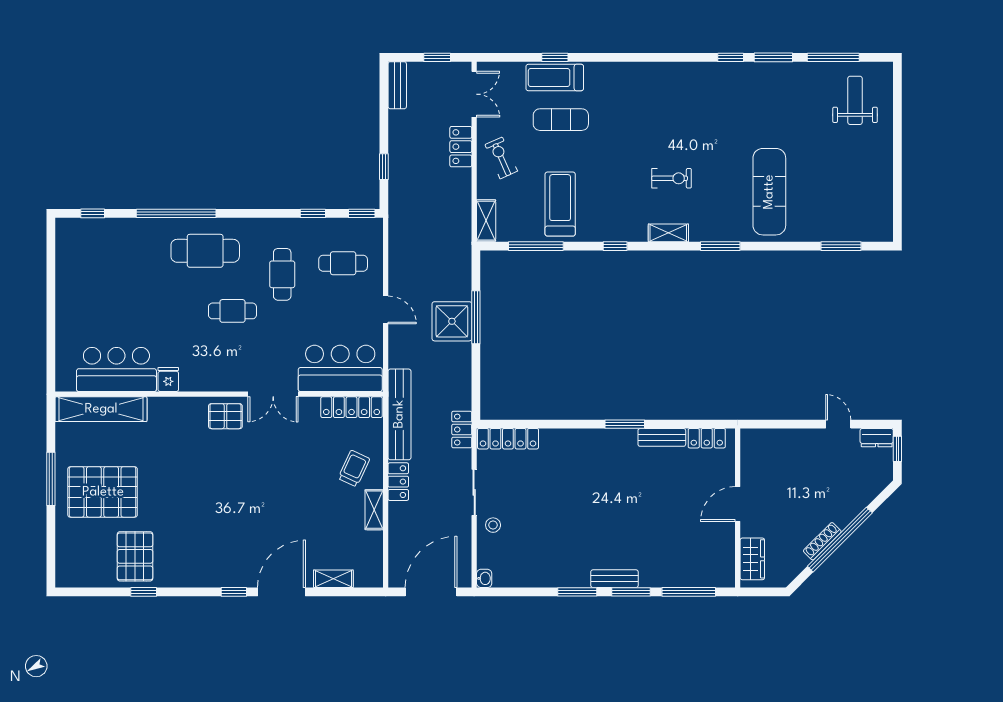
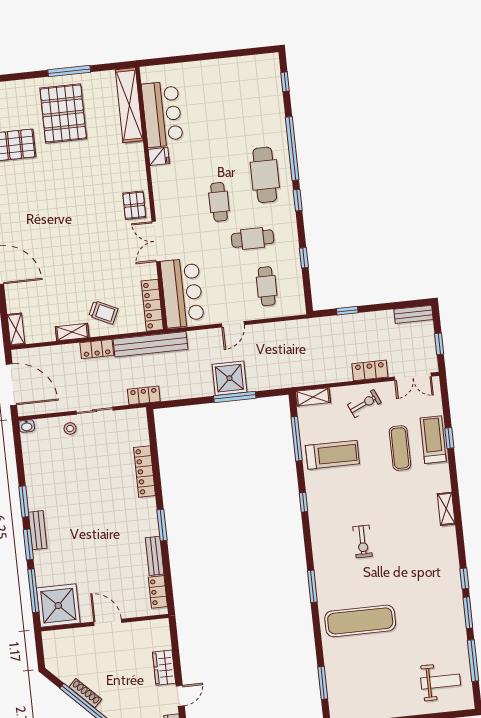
window: (362, 213) -> (298, 200), moved
shelving: (668, 233) -> (446, 509), moved
locker: (508, 439) -> (144, 471), moved
wardrobe: (752, 559) -> (164, 668), moved, turned 90
shower: (710, 563) -> (58, 606), added
shelving: (333, 579) -> (16, 329), moved

